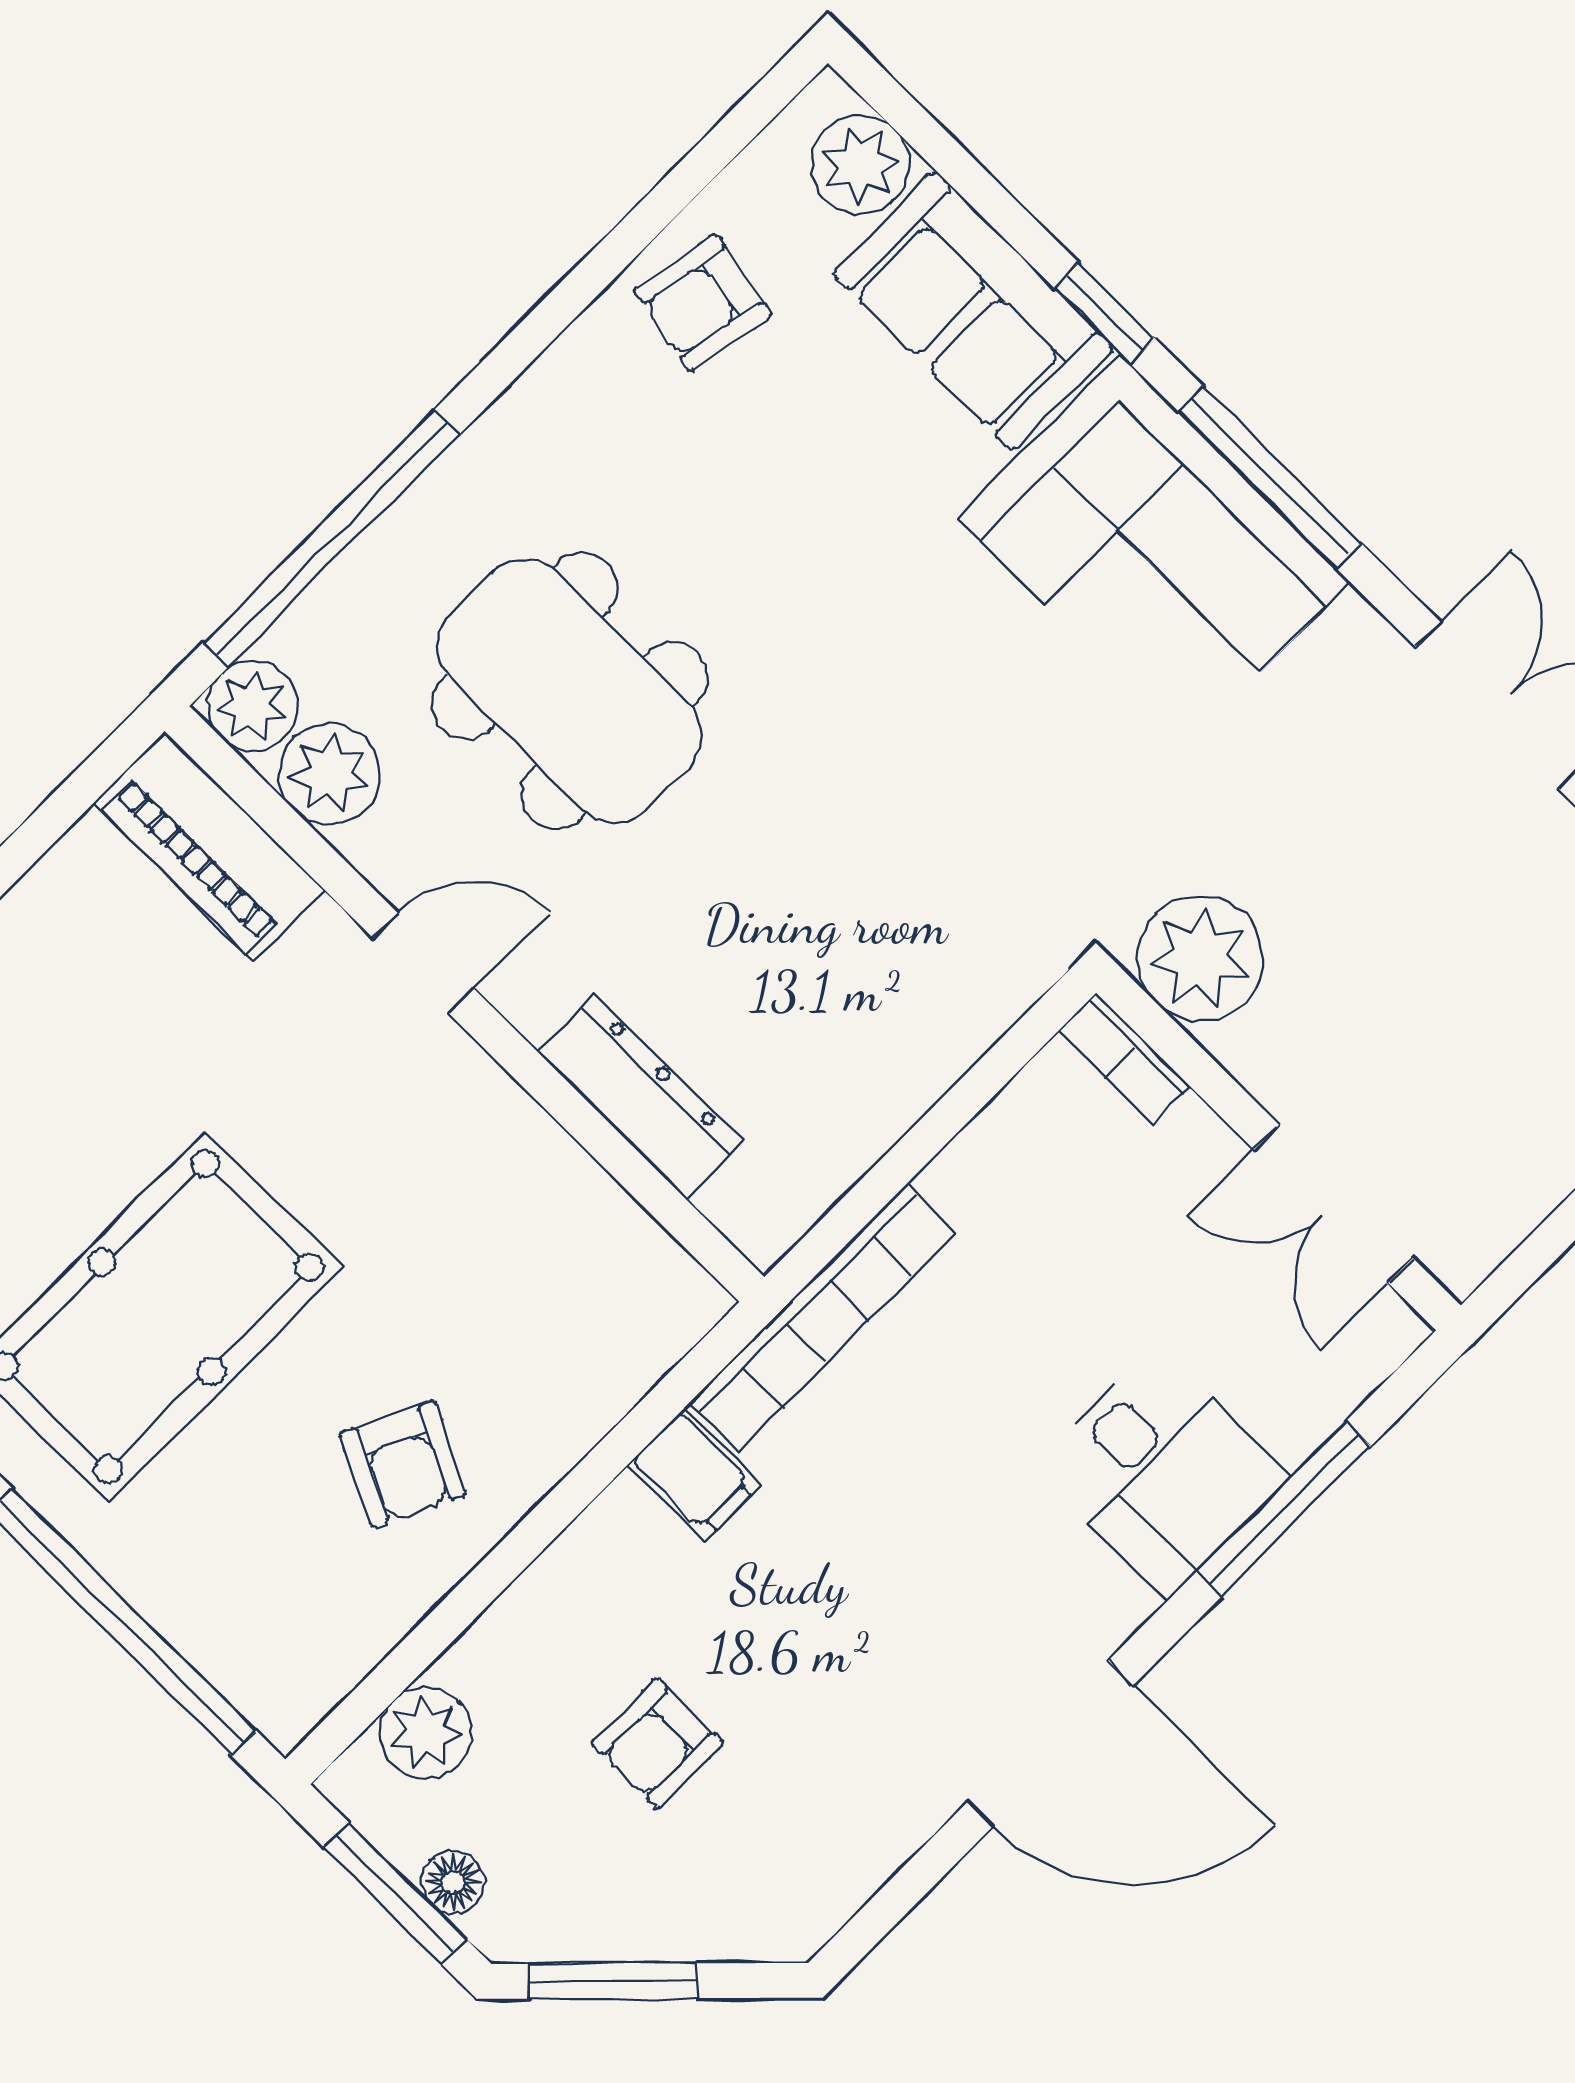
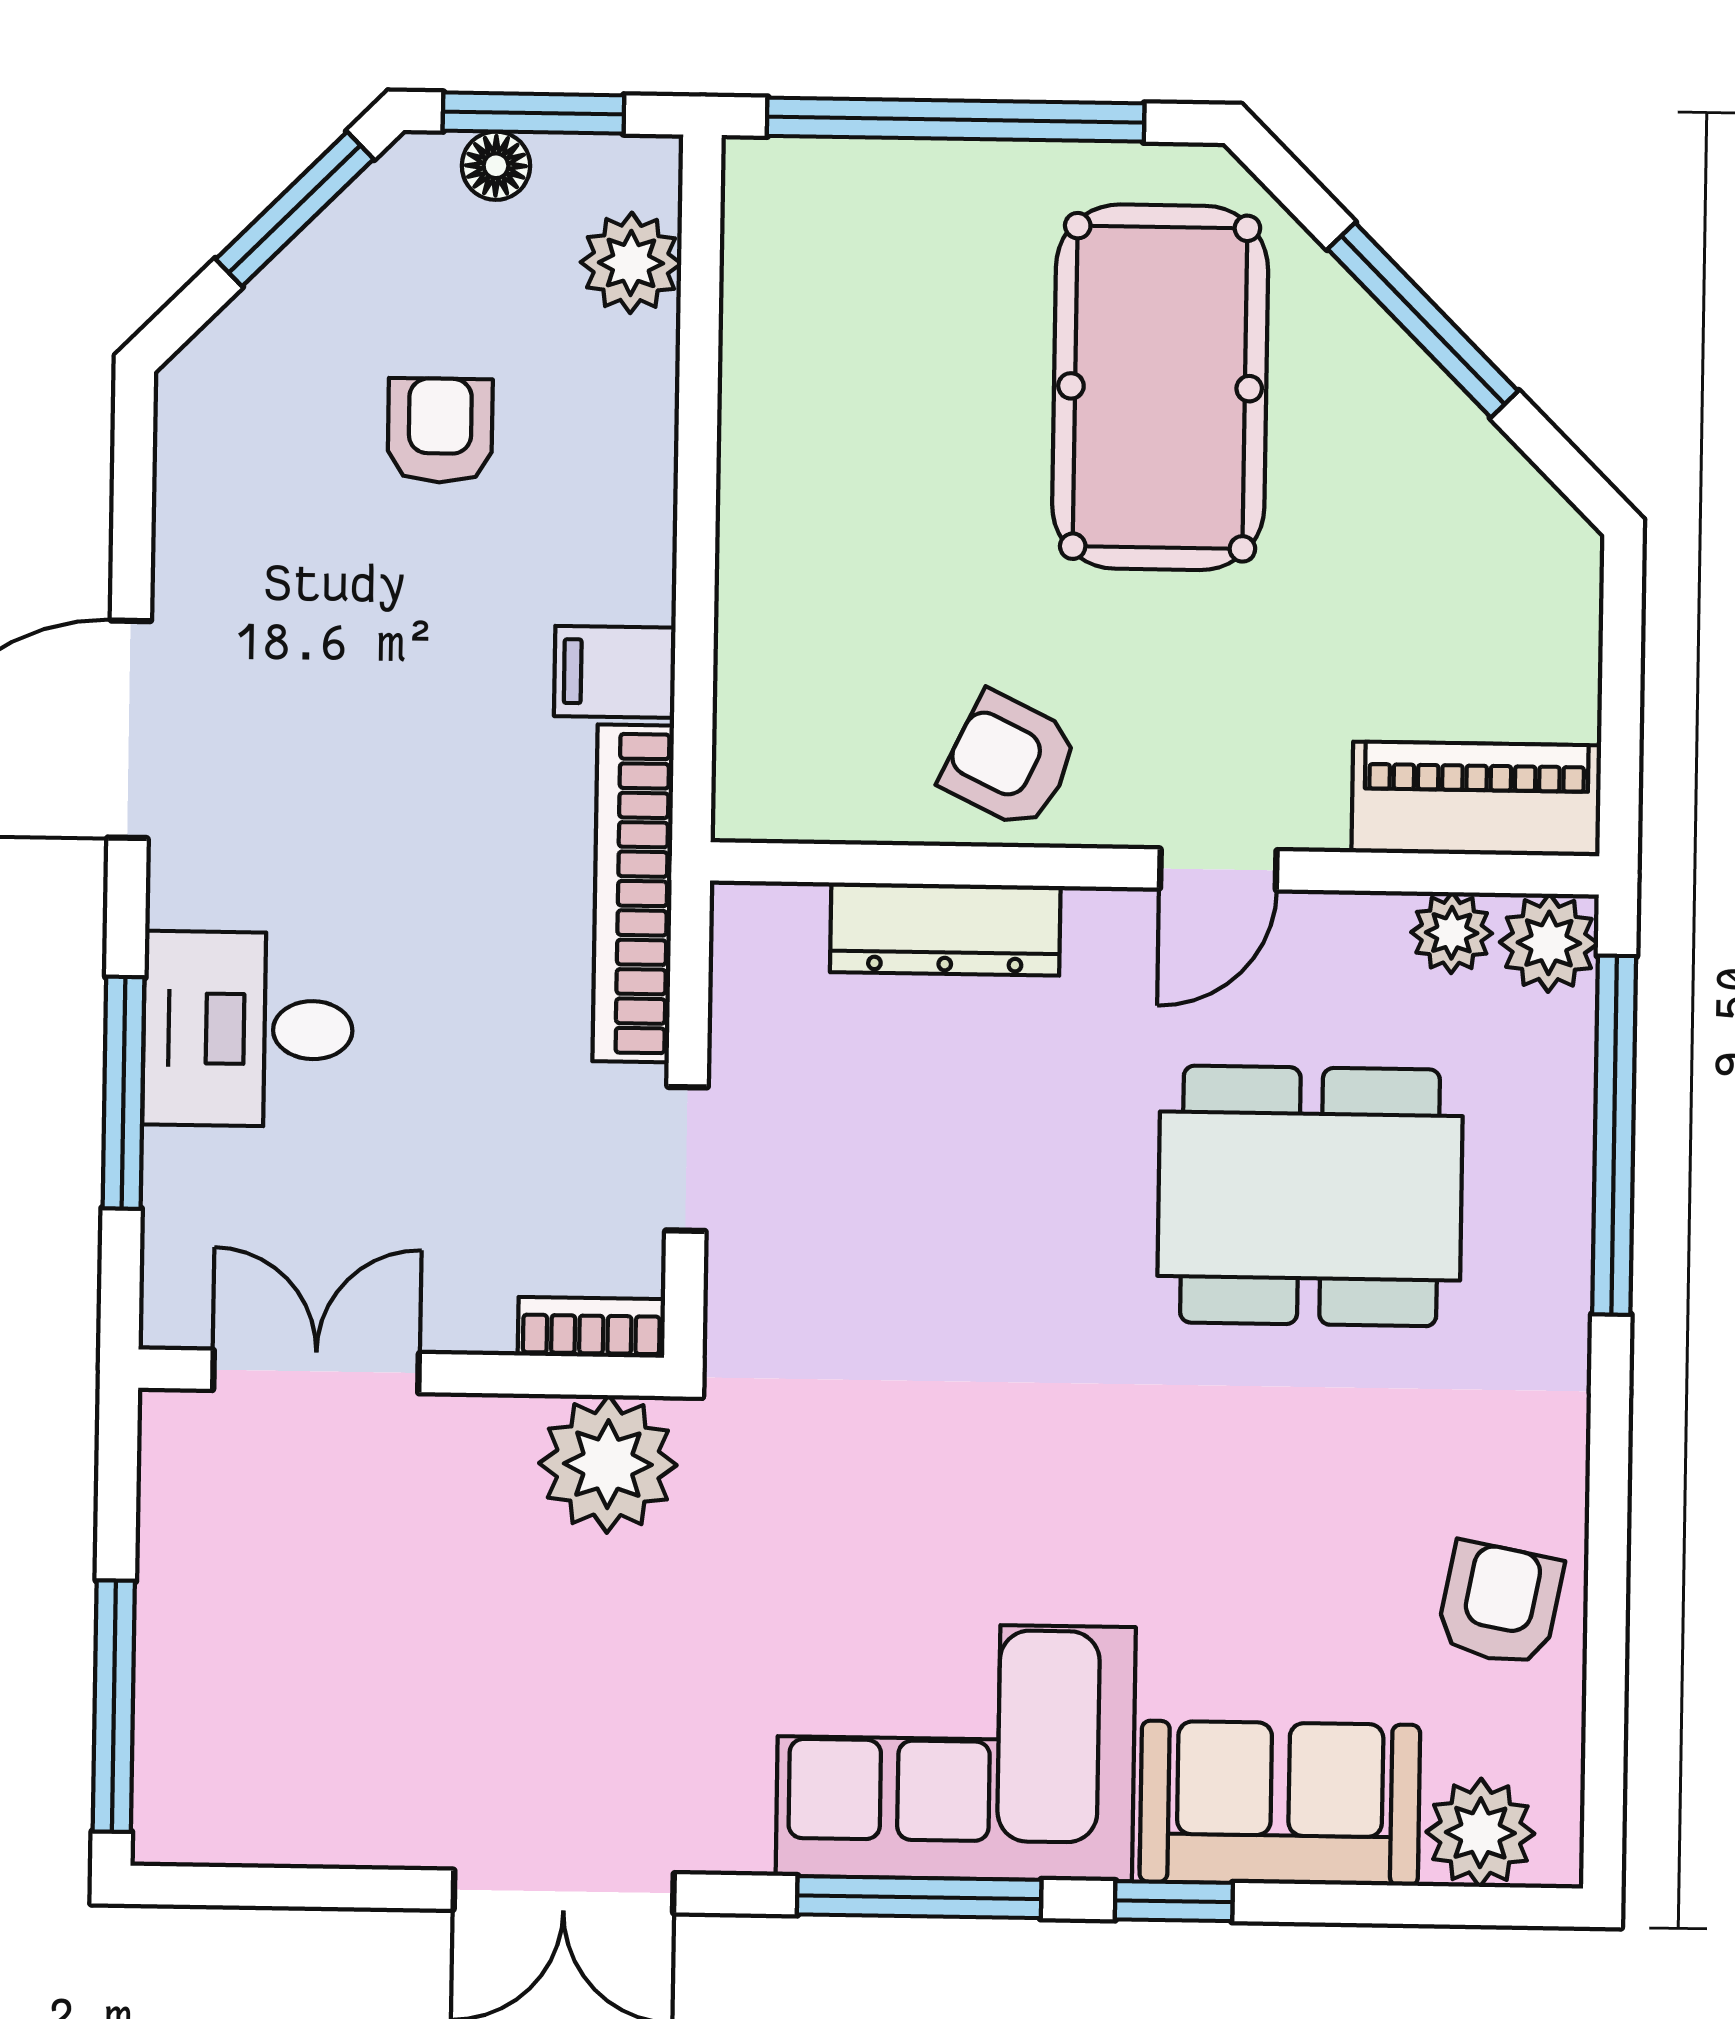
plant: (330, 774) -> (1452, 933), width x0.73, depth x0.73
doorway: (956, 1109) -> (686, 1159), added
armchair: (403, 1464) -> (1010, 761), moved

